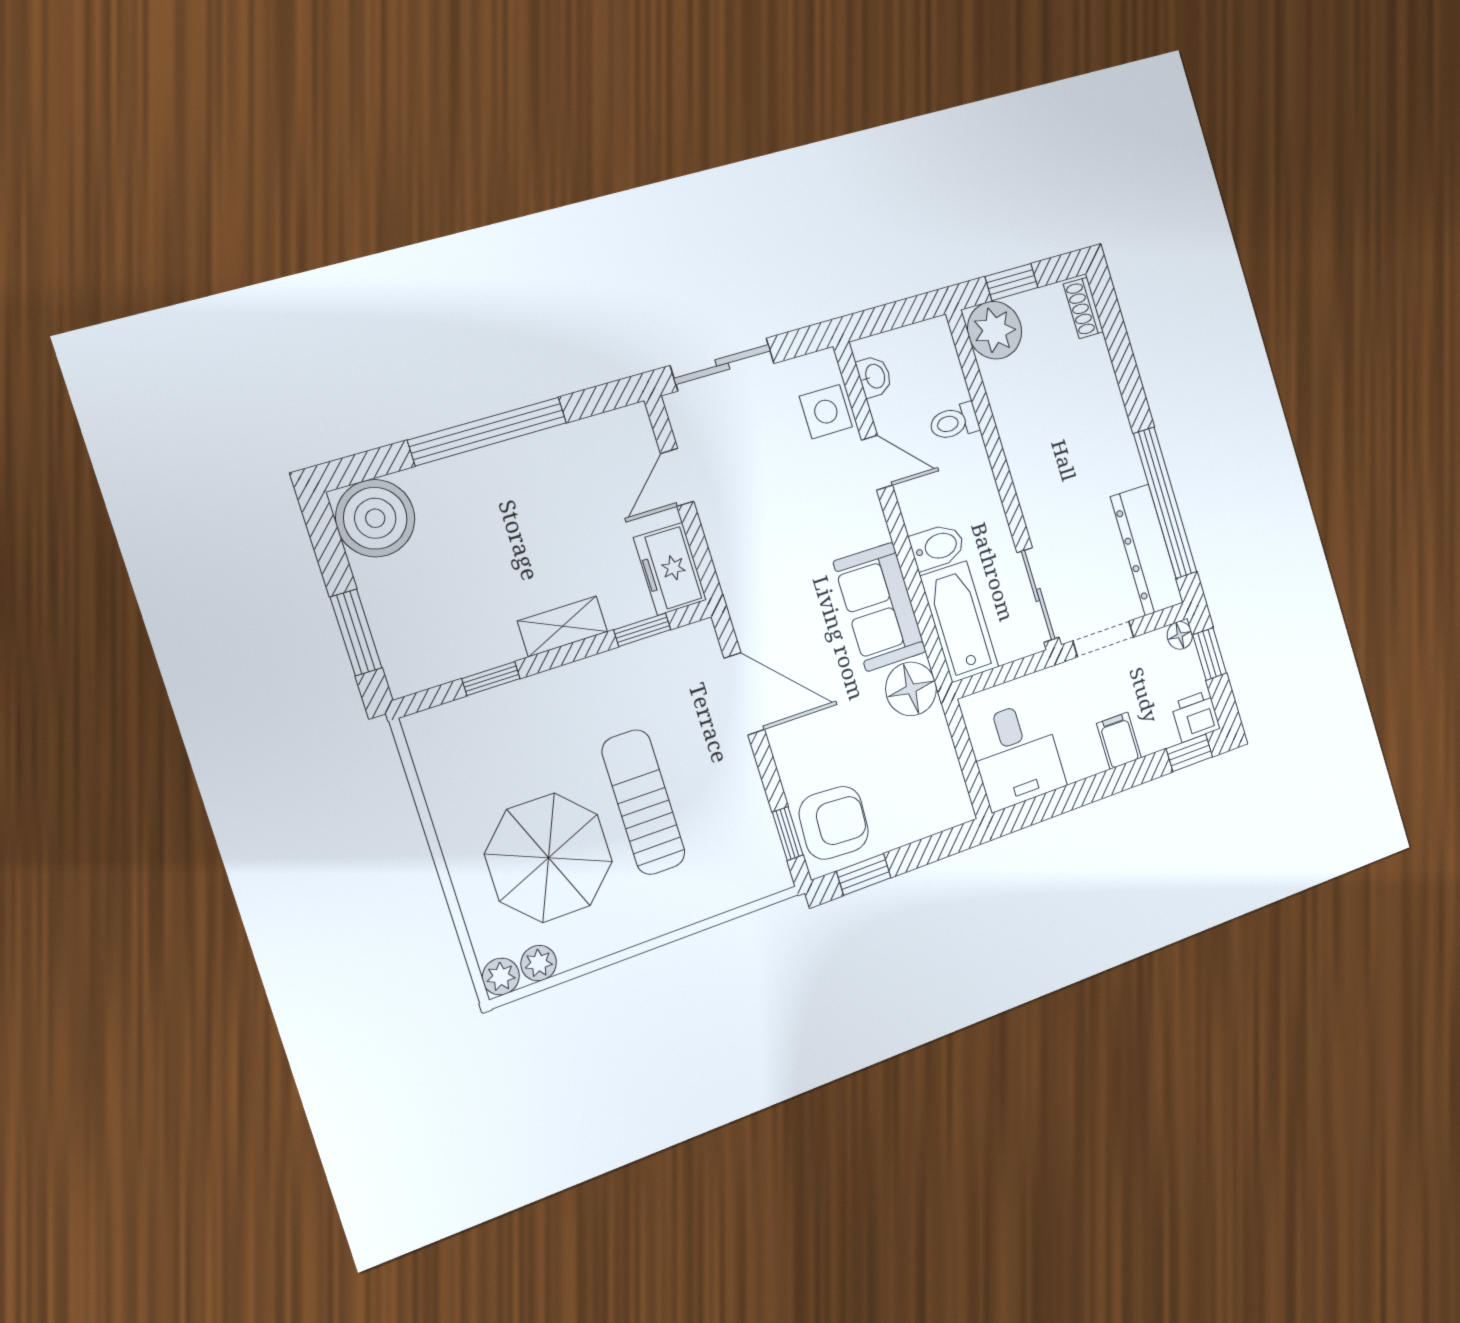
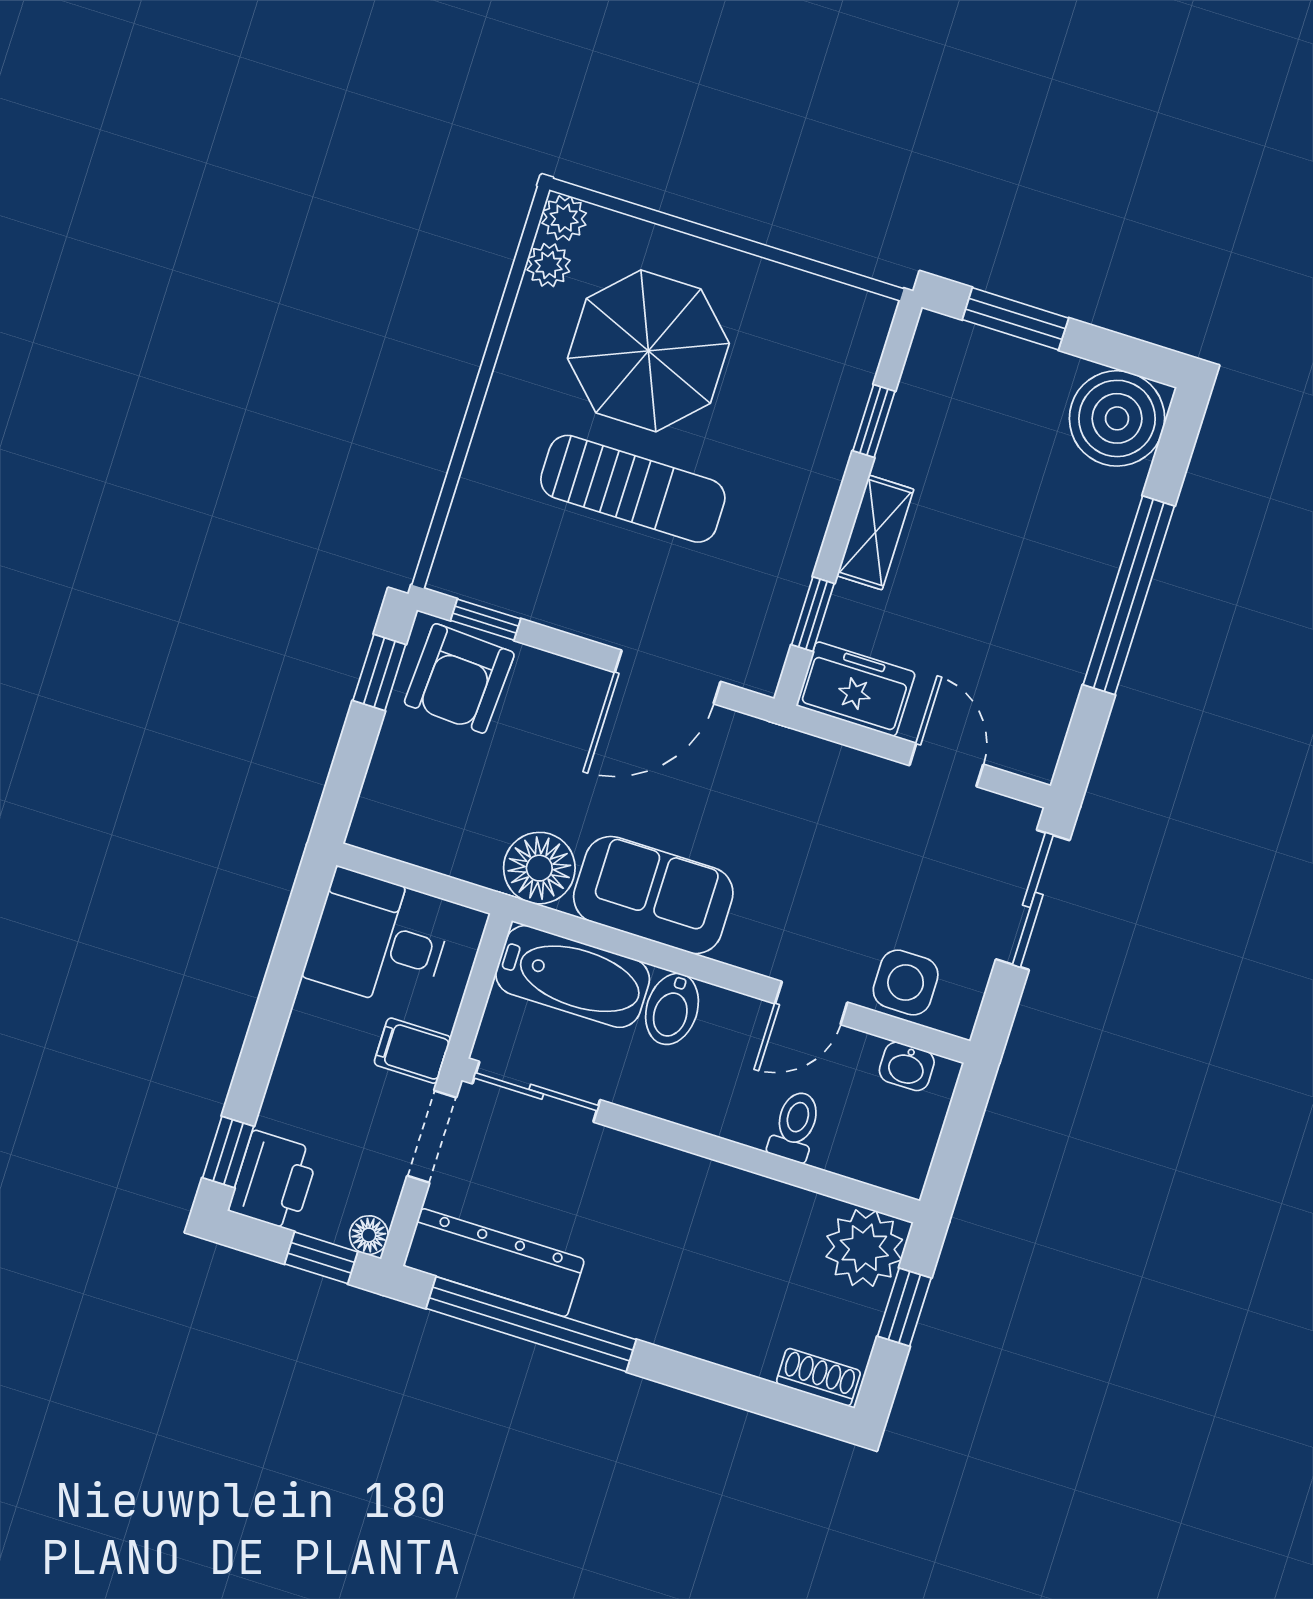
printer: (1195, 716) -> (274, 1181), width x1.36, depth x1.24
filing cabinet: (1119, 741) -> (412, 1051), moved, turned 180

